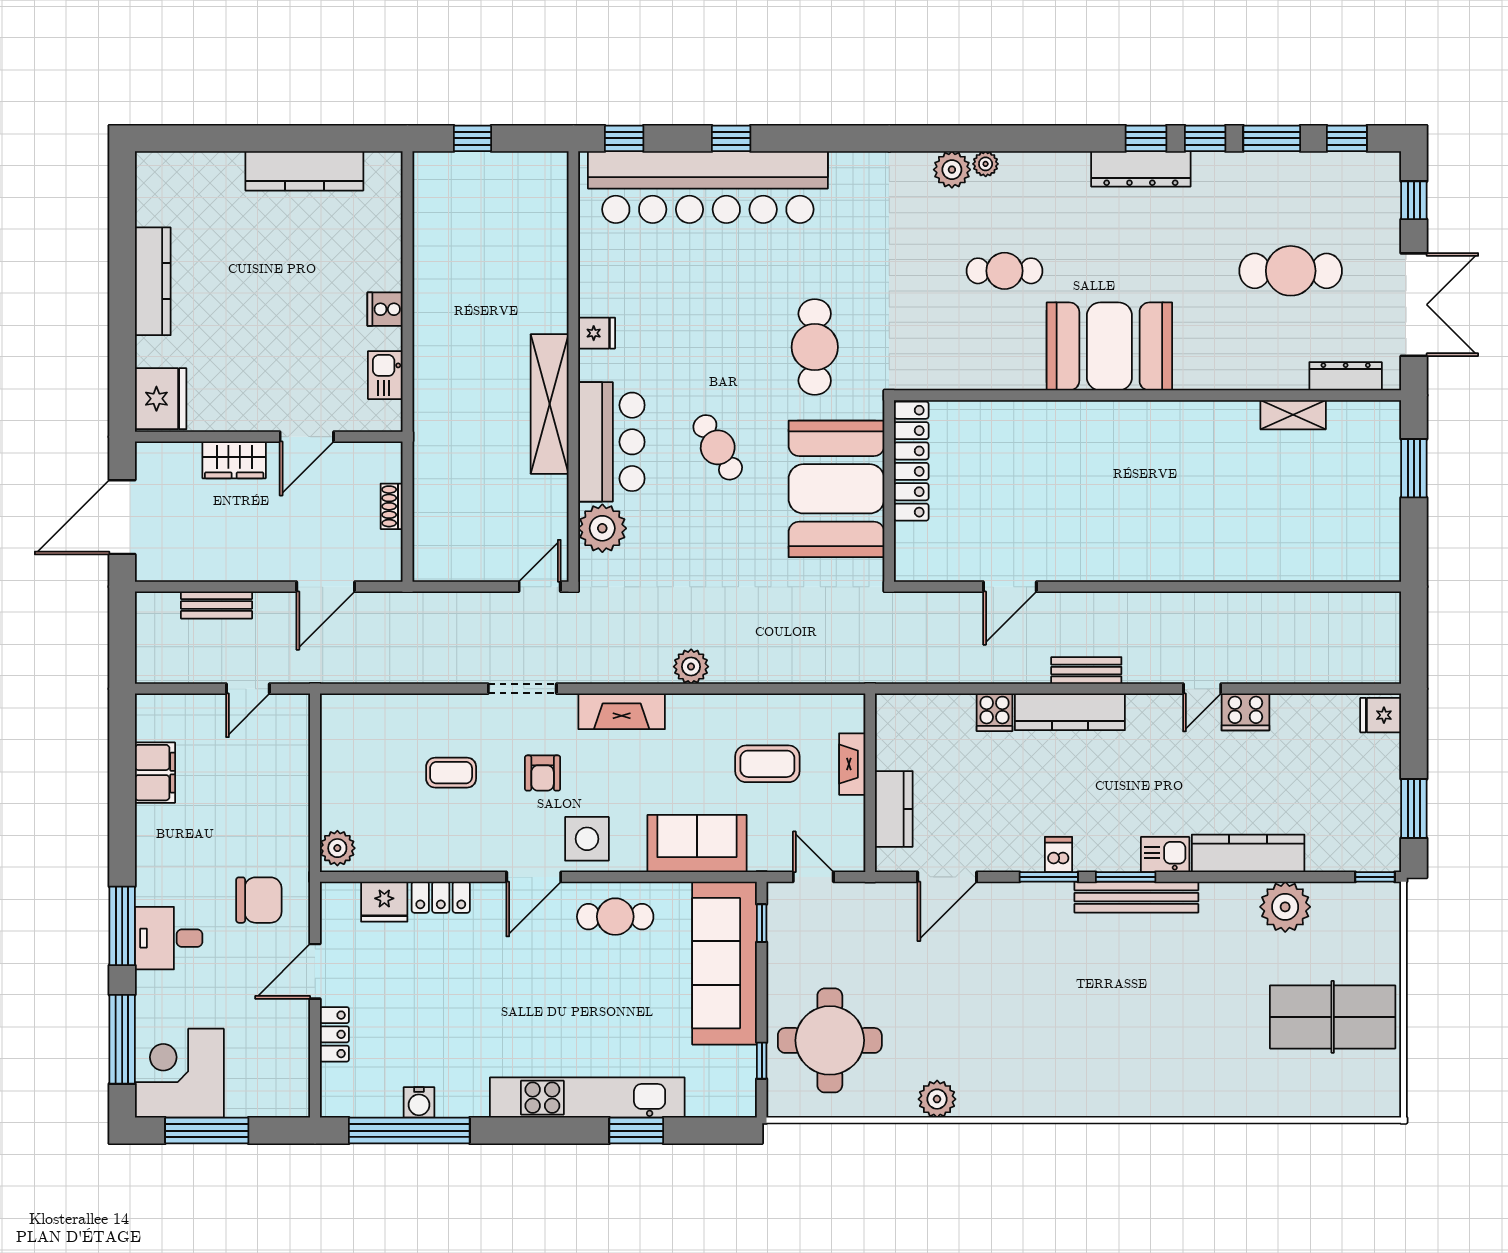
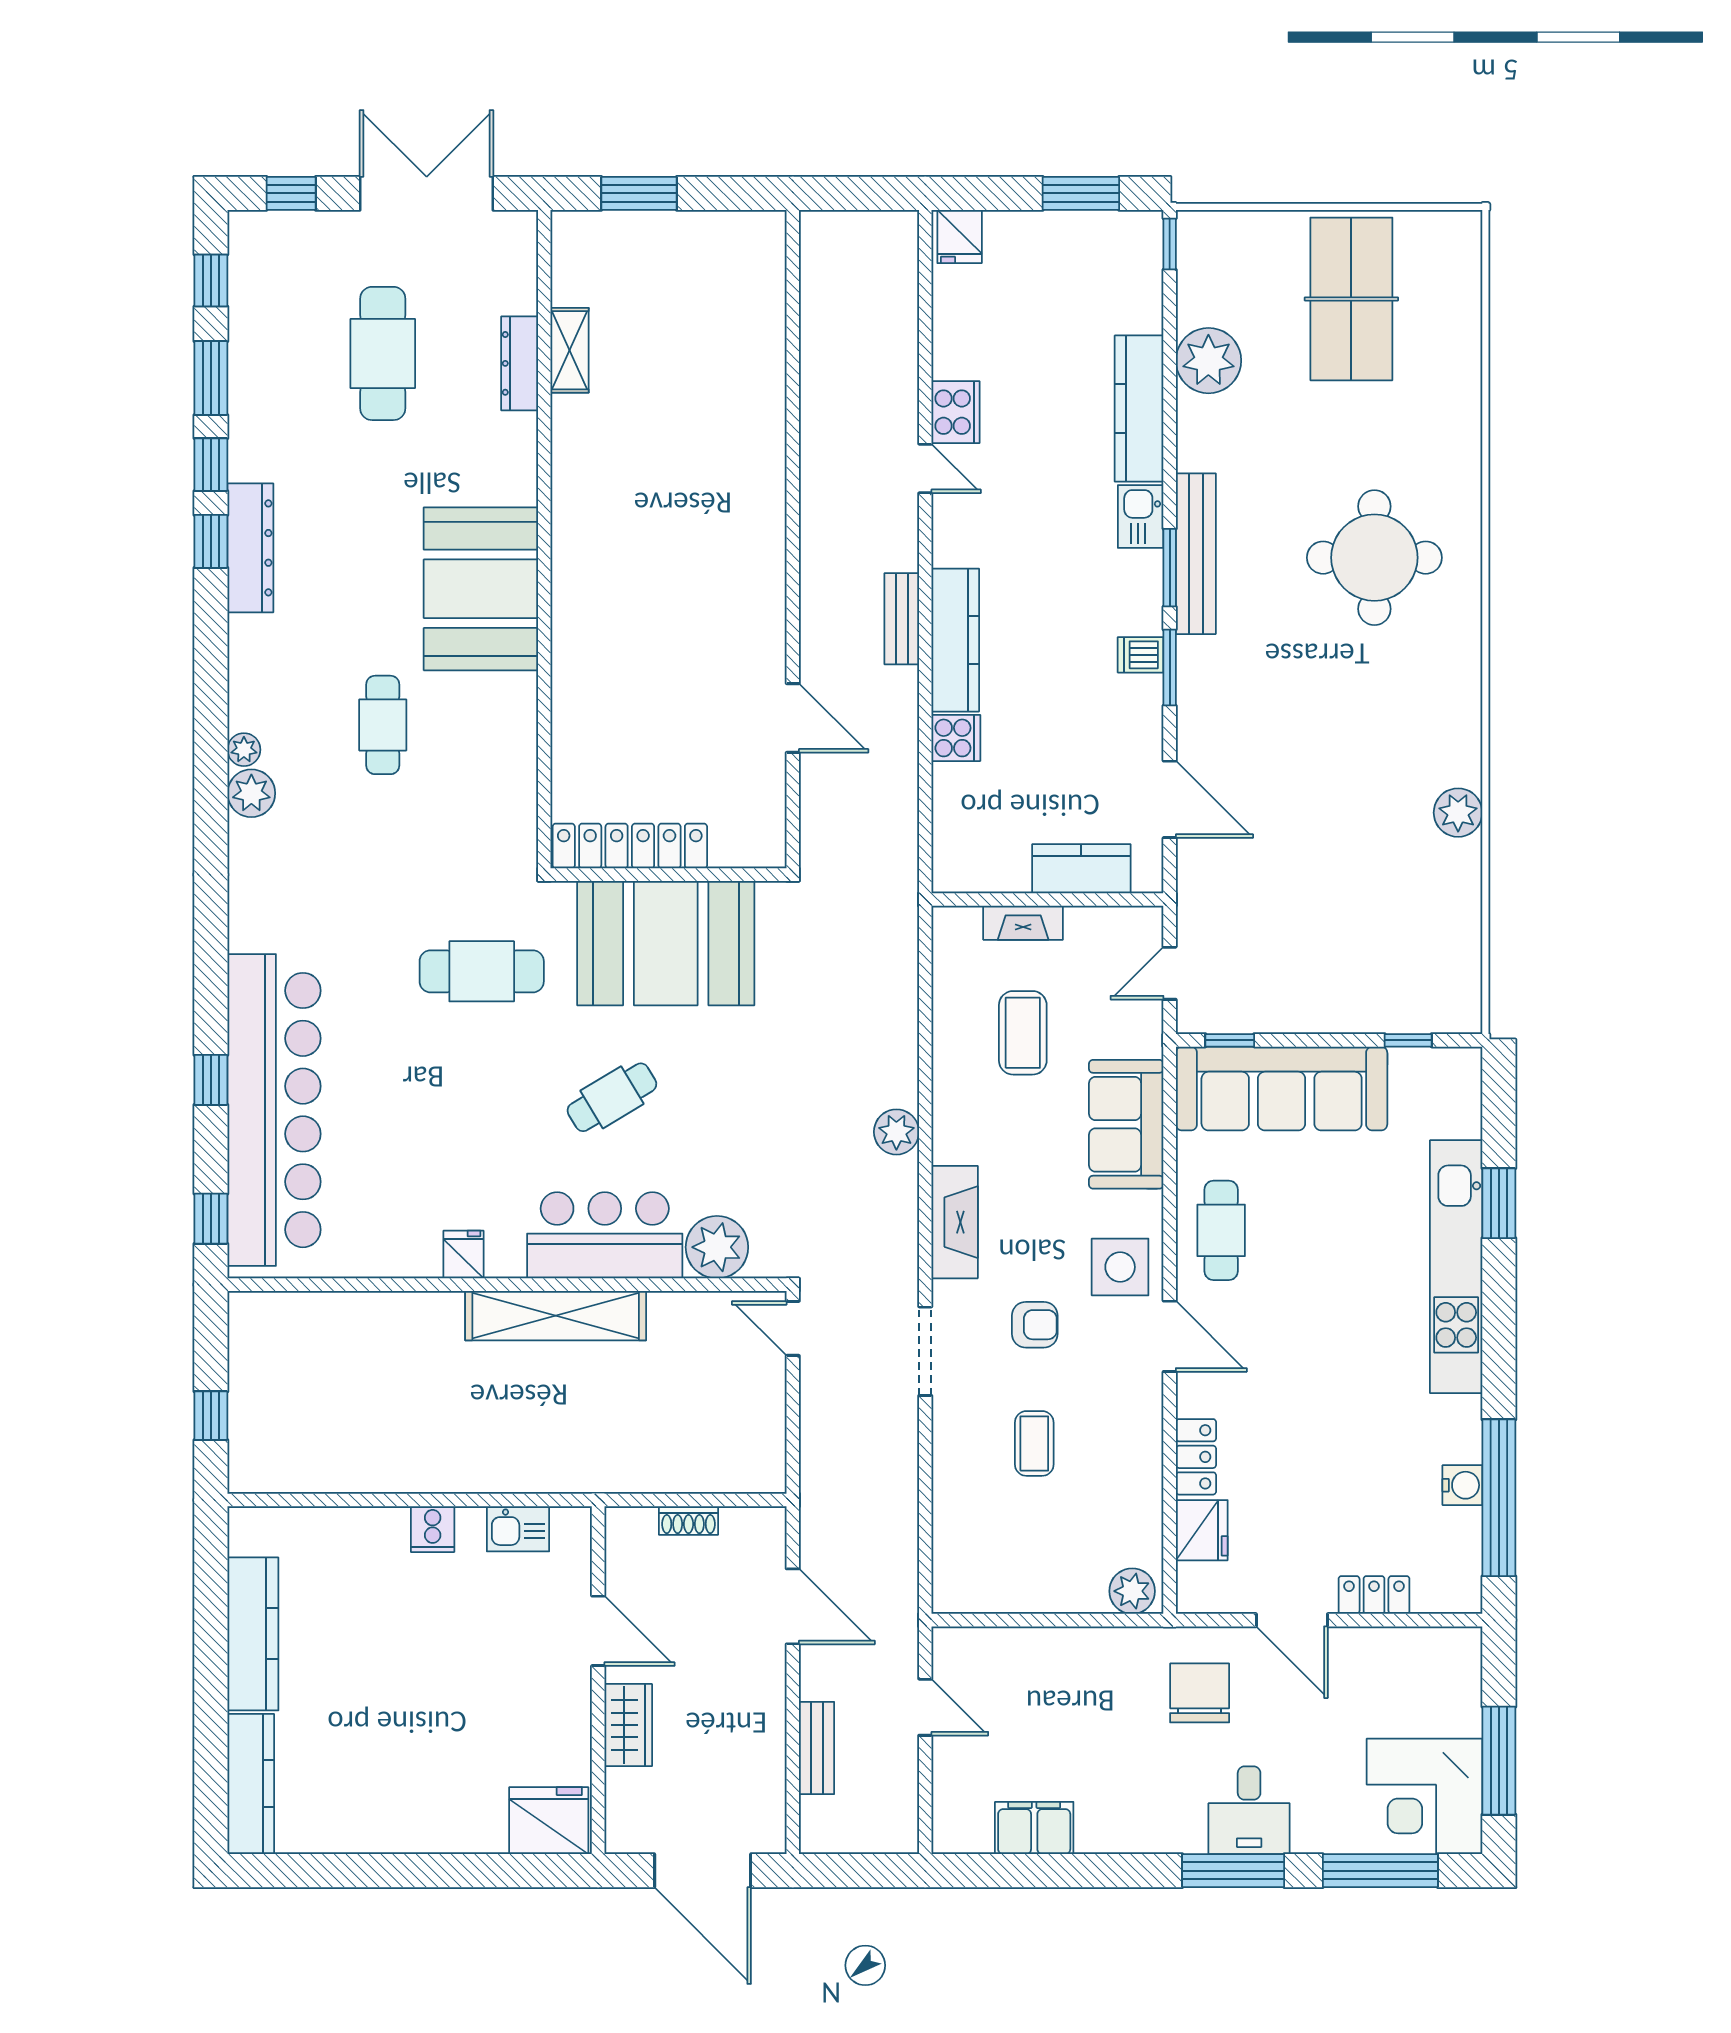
kitchen counter: (153, 281) -> (251, 1784), moved, turned 90
dresser: (1346, 376) -> (520, 363), moved
round table: (830, 1040) -> (1374, 558), moved

